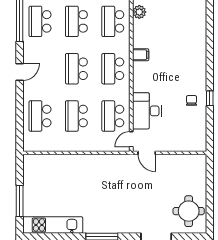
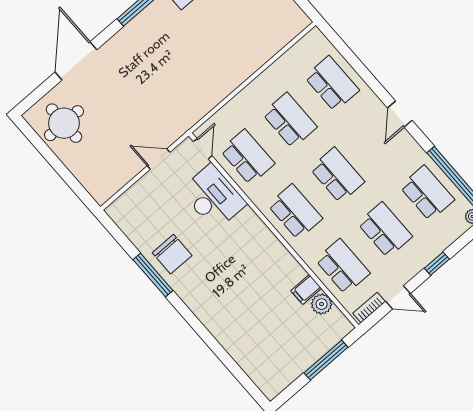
filing cabinet: (141, 55) -> (306, 289), moved
window: (210, 98) -> (153, 275), width x2.17
chair: (191, 100) -> (172, 254), width x1.87, depth x1.87
door: (147, 153) -> (159, 159), moved

